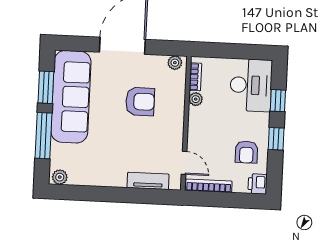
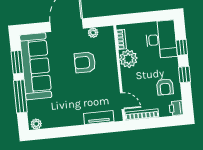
plant: (175, 63) -> (93, 33), moved
plant: (196, 99) -> (128, 59), width x1.88, depth x1.88
armchair: (140, 102) -> (85, 62), turned 180

